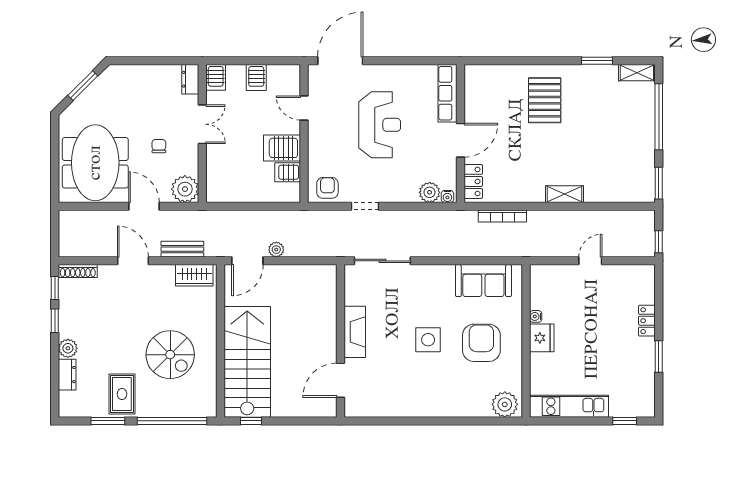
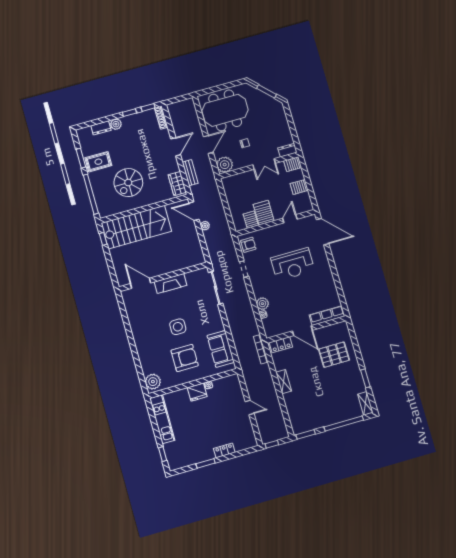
row of seats: (448, 93) -> (327, 316), moved
wall: (461, 134) -> (306, 330), moved
door: (461, 140) -> (302, 331), moved
locker: (473, 181) -> (281, 345), moved

